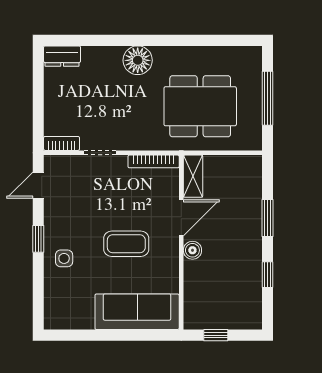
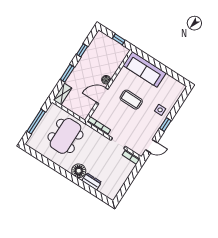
dresser: (62, 56) -> (92, 181), moved
dining table: (200, 106) -> (65, 136), turned 90
shelving: (193, 176) -> (63, 94), moved

